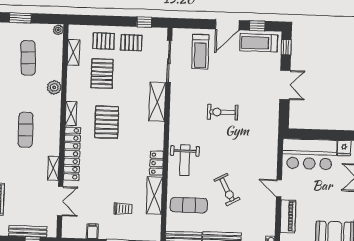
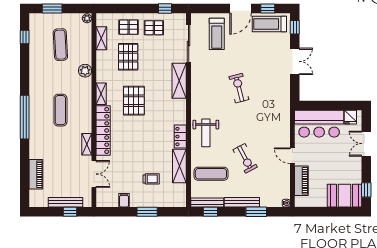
exercise bike: (223, 112) -> (239, 88), turned 76

